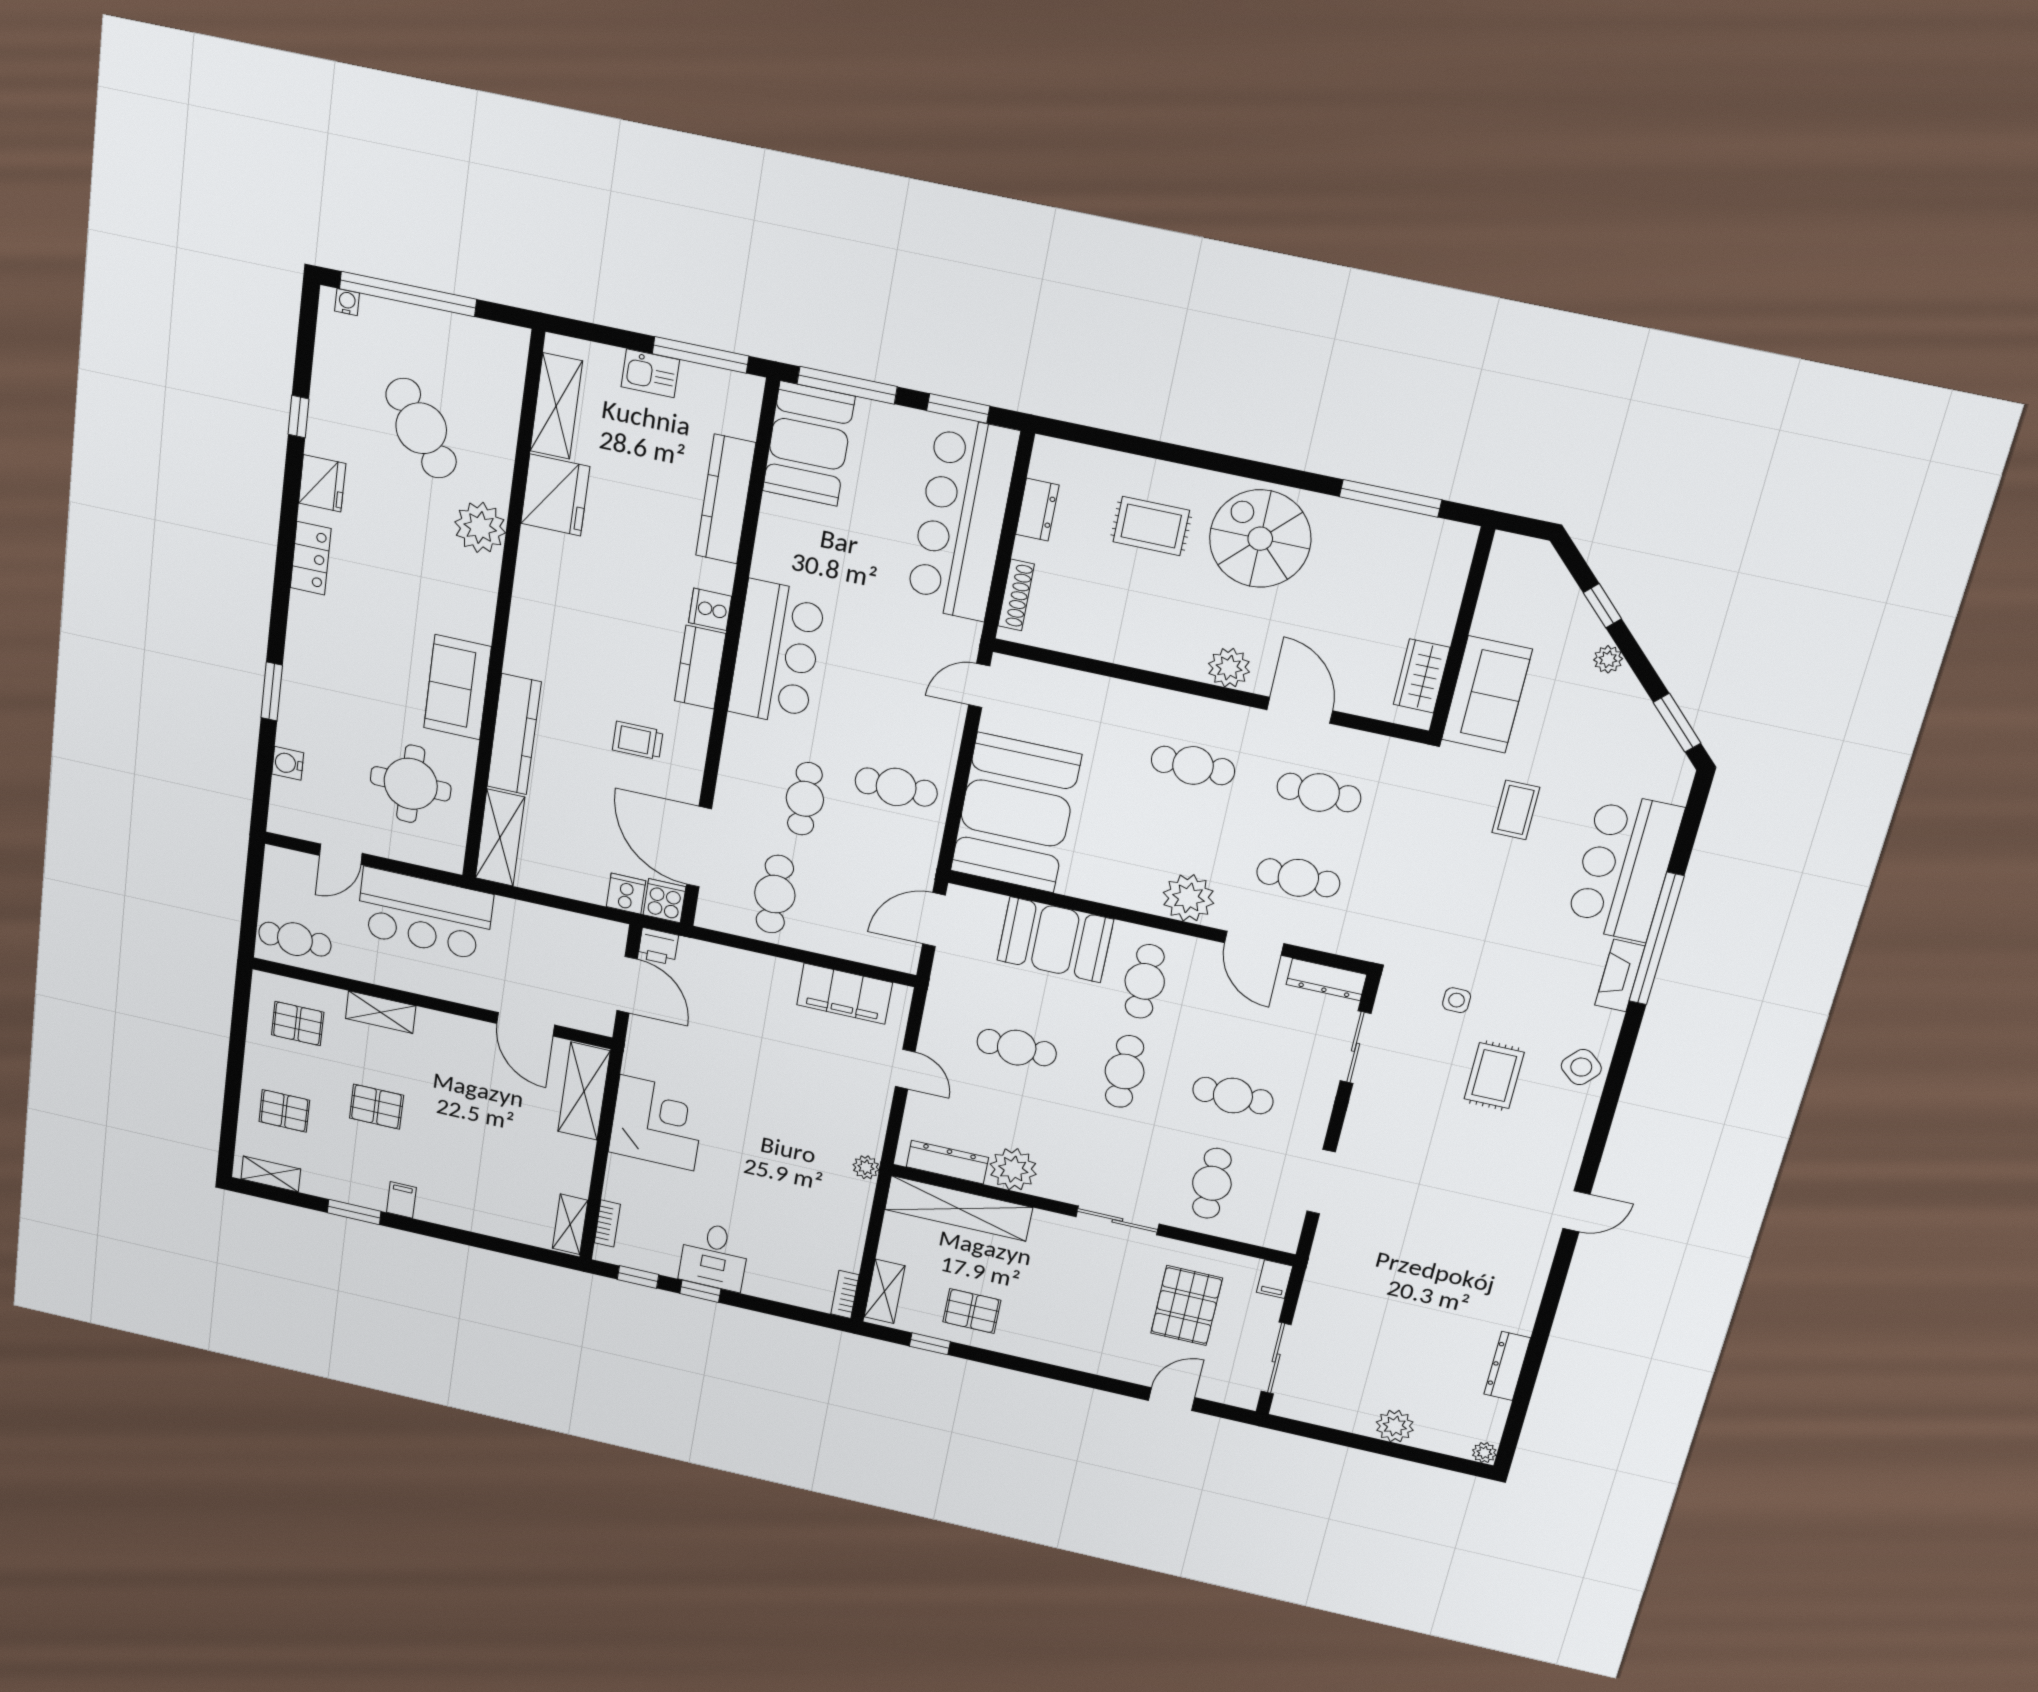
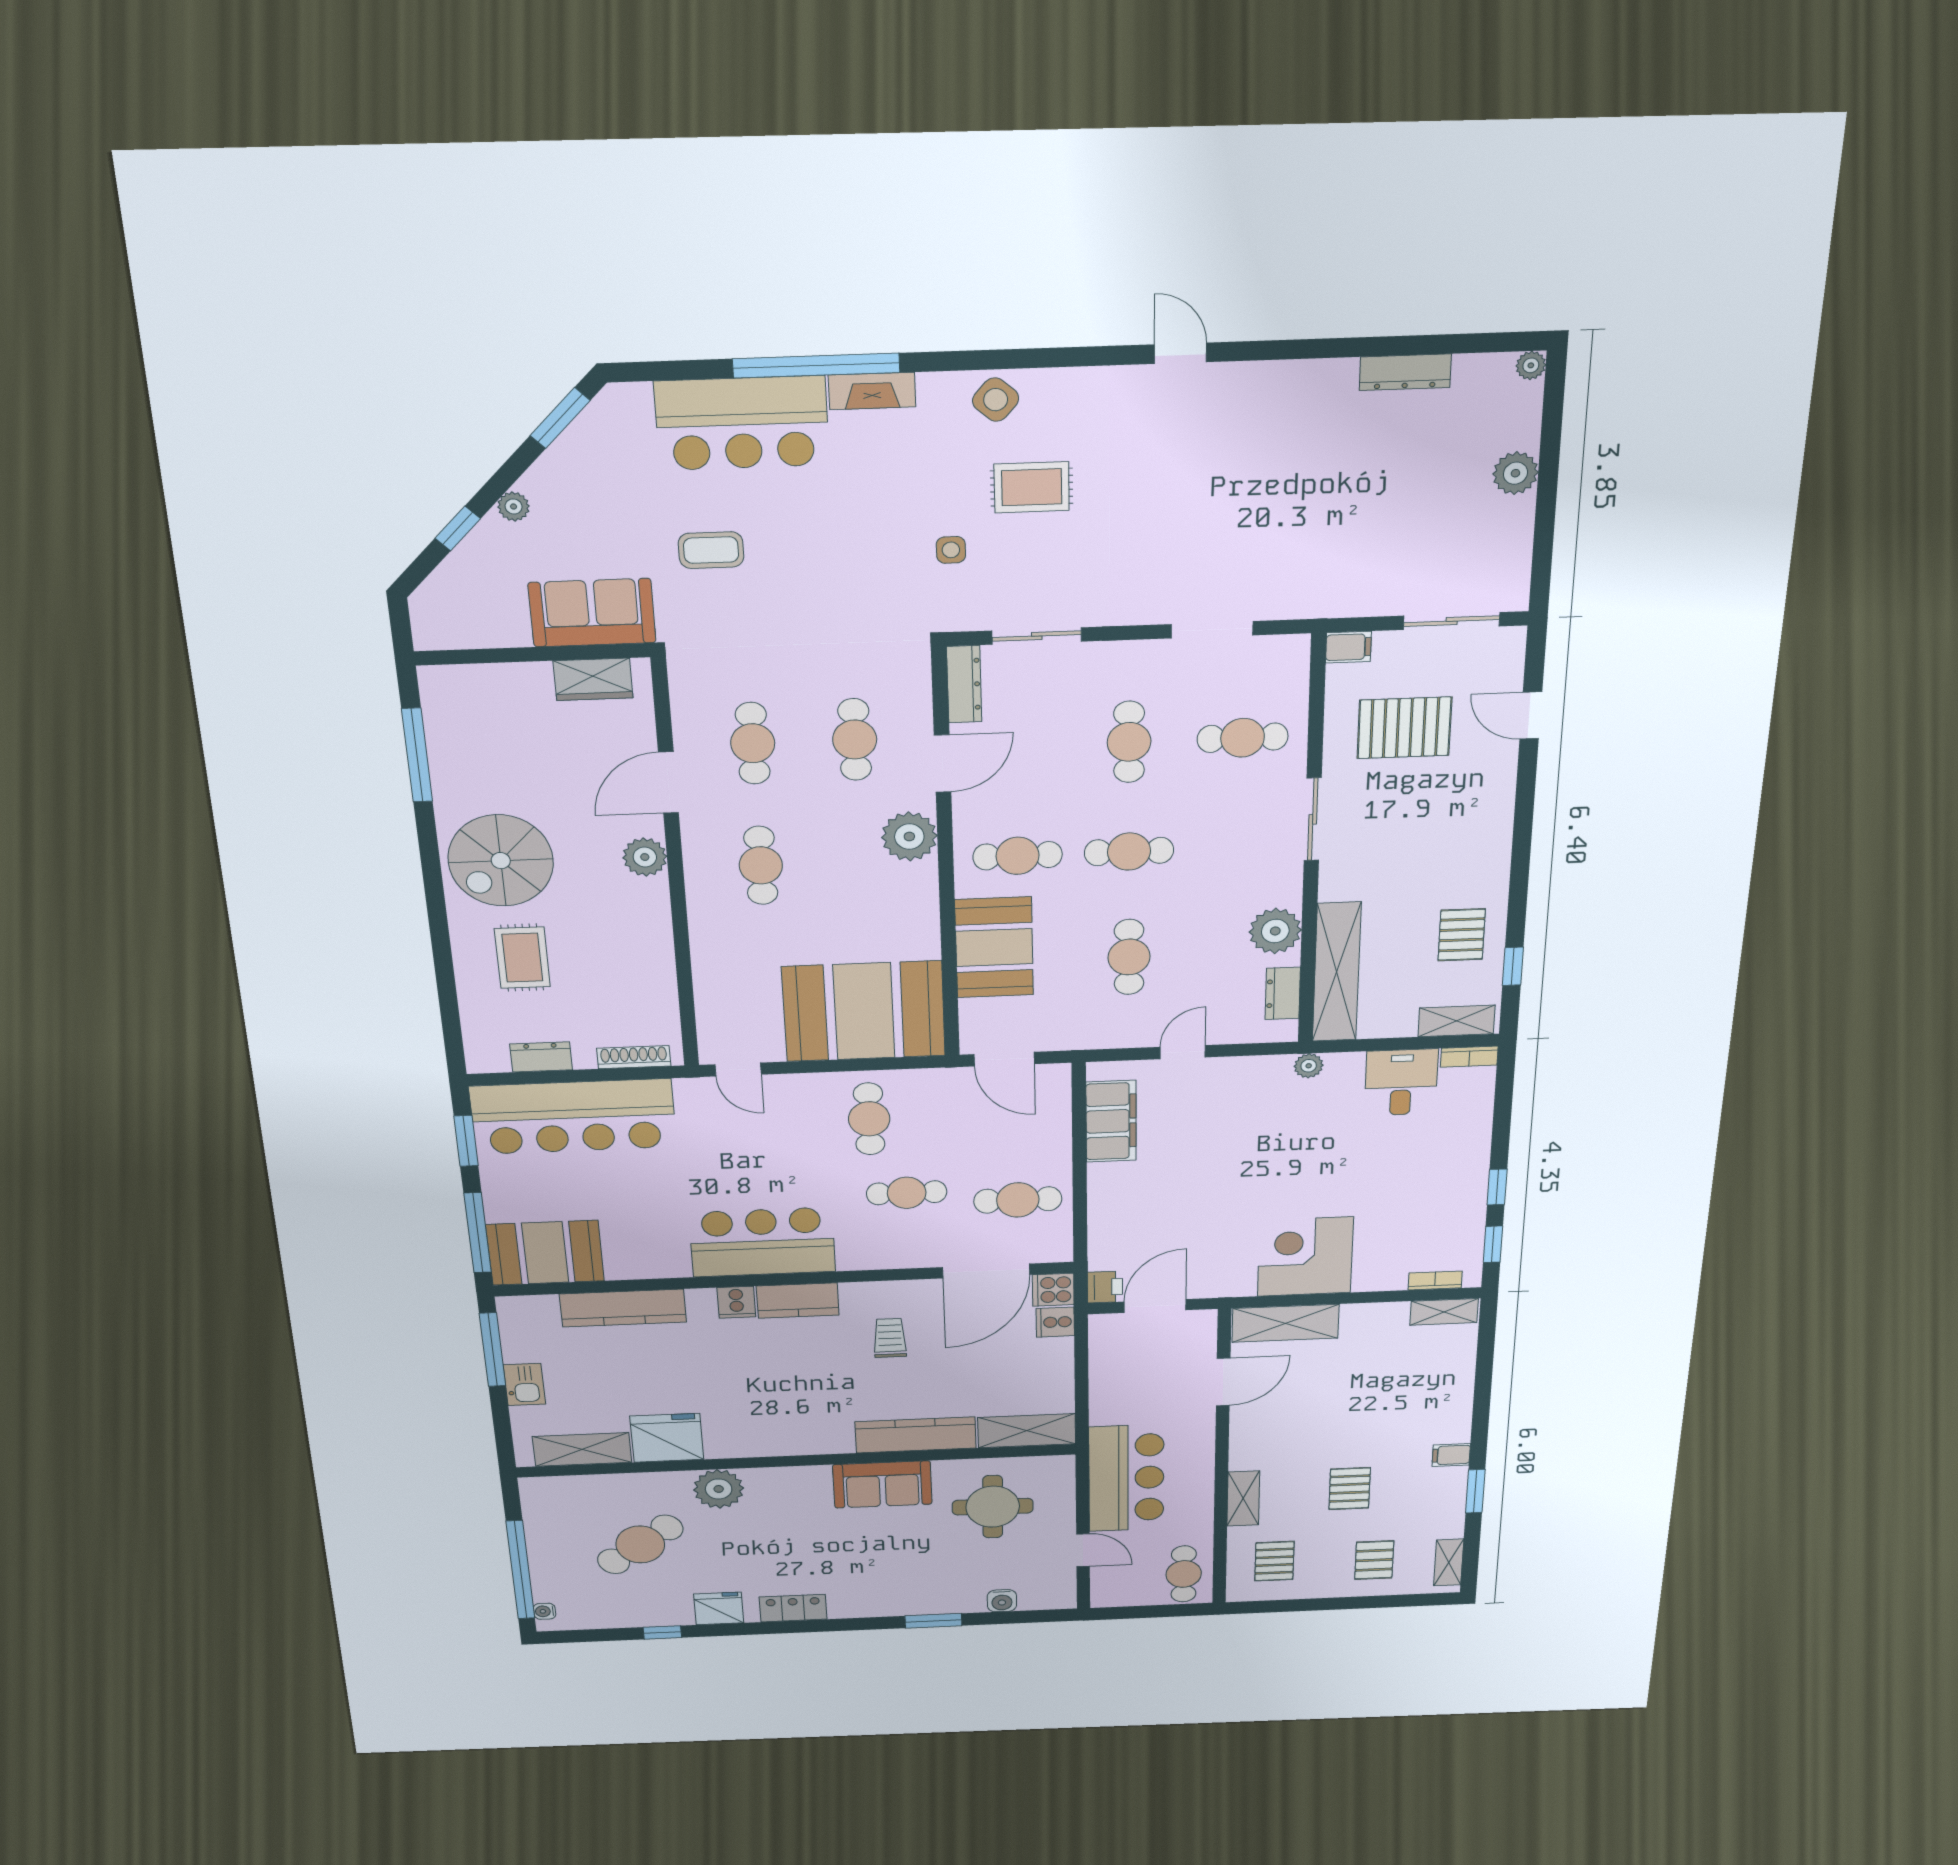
trolley: (638, 740) -> (890, 1338), turned 180
dresser: (947, 1162) -> (1283, 993), width x0.70
desk: (714, 1256) -> (1401, 1082), moved, turned -90

